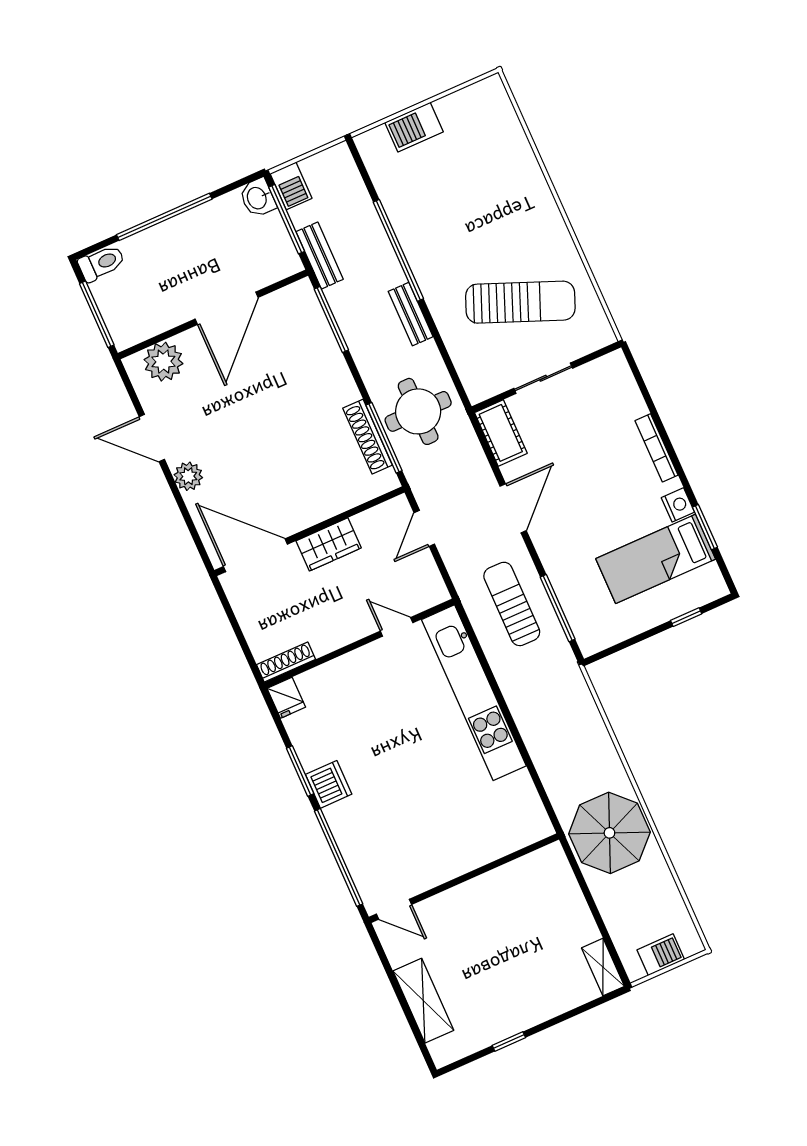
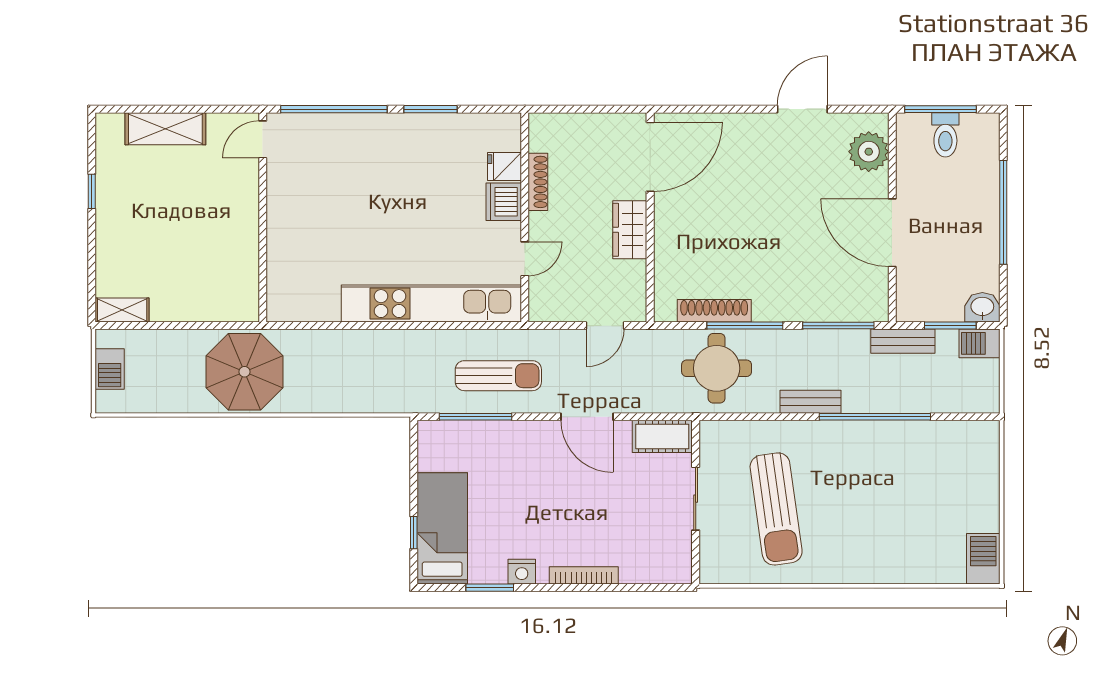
barbecue: (414, 127) -> (983, 559), moved
window: (287, 219) -> (950, 326), width x0.69
toilet: (102, 263) -> (945, 135), moved
sun lounger: (520, 302) -> (776, 509), turned -30
window: (384, 438) -> (745, 326), moved
plant: (188, 476) -> (752, 127), removed
door: (424, 528) -> (605, 326), swing flipped
bed: (656, 559) -> (442, 528), moved
shoe rack: (286, 662) -> (538, 182), moved
fridge: (286, 698) -> (504, 166), moved
dishwasher: (329, 784) -> (504, 202), moved, turned 90

